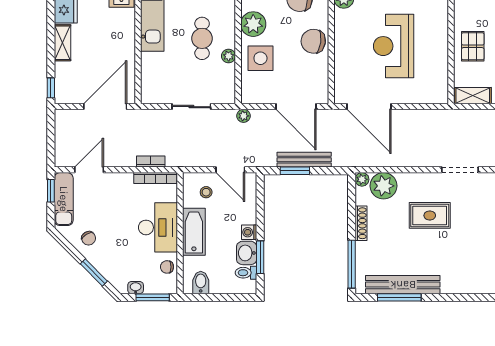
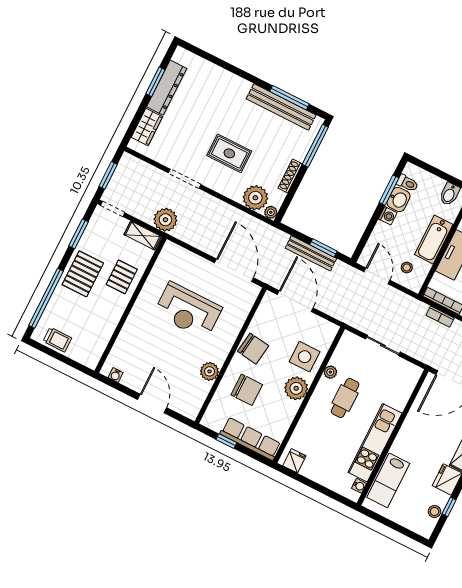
reception desk: (394, 46) -> (188, 311), turned 90
plant: (243, 116) -> (165, 220), moved, width x1.88, depth x1.88

